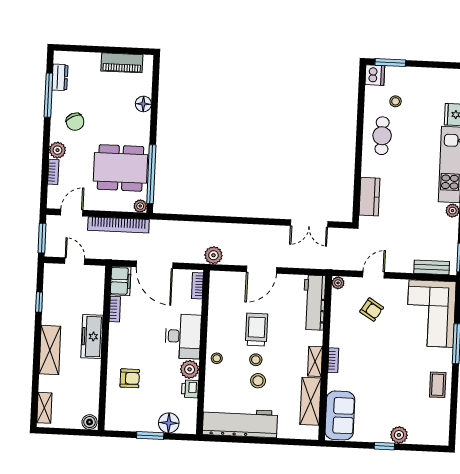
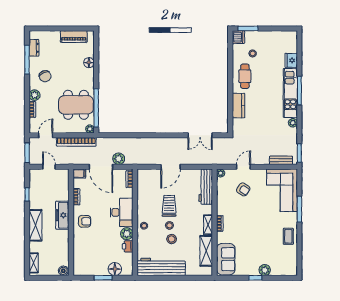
kitchen counter: (369, 197) -> (239, 106), moved
plant: (213, 255) -> (119, 159), moved
filing cabinet: (121, 281) -> (79, 174), width x0.50
armchair: (130, 378) -> (85, 221), moved

